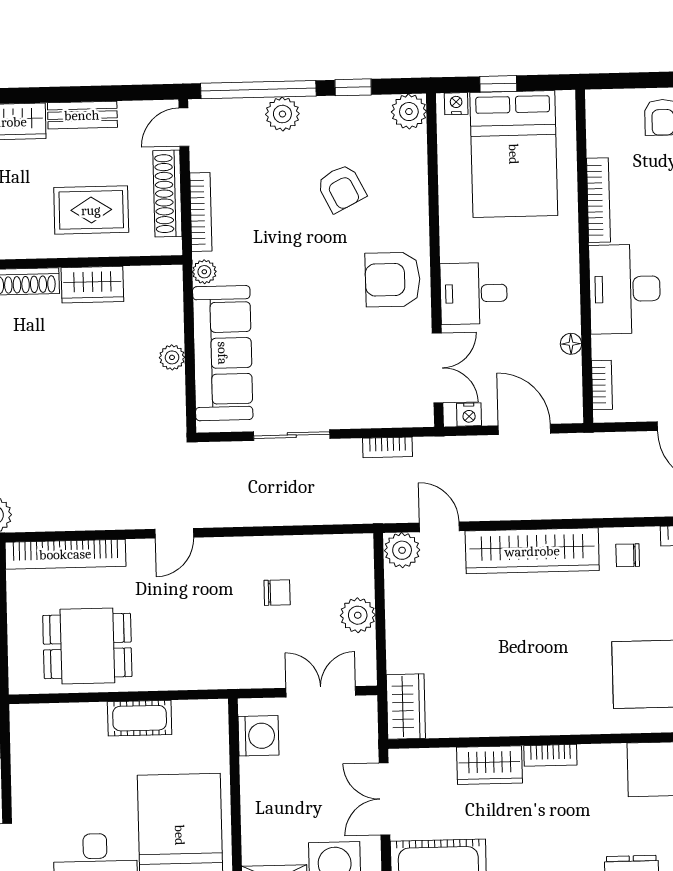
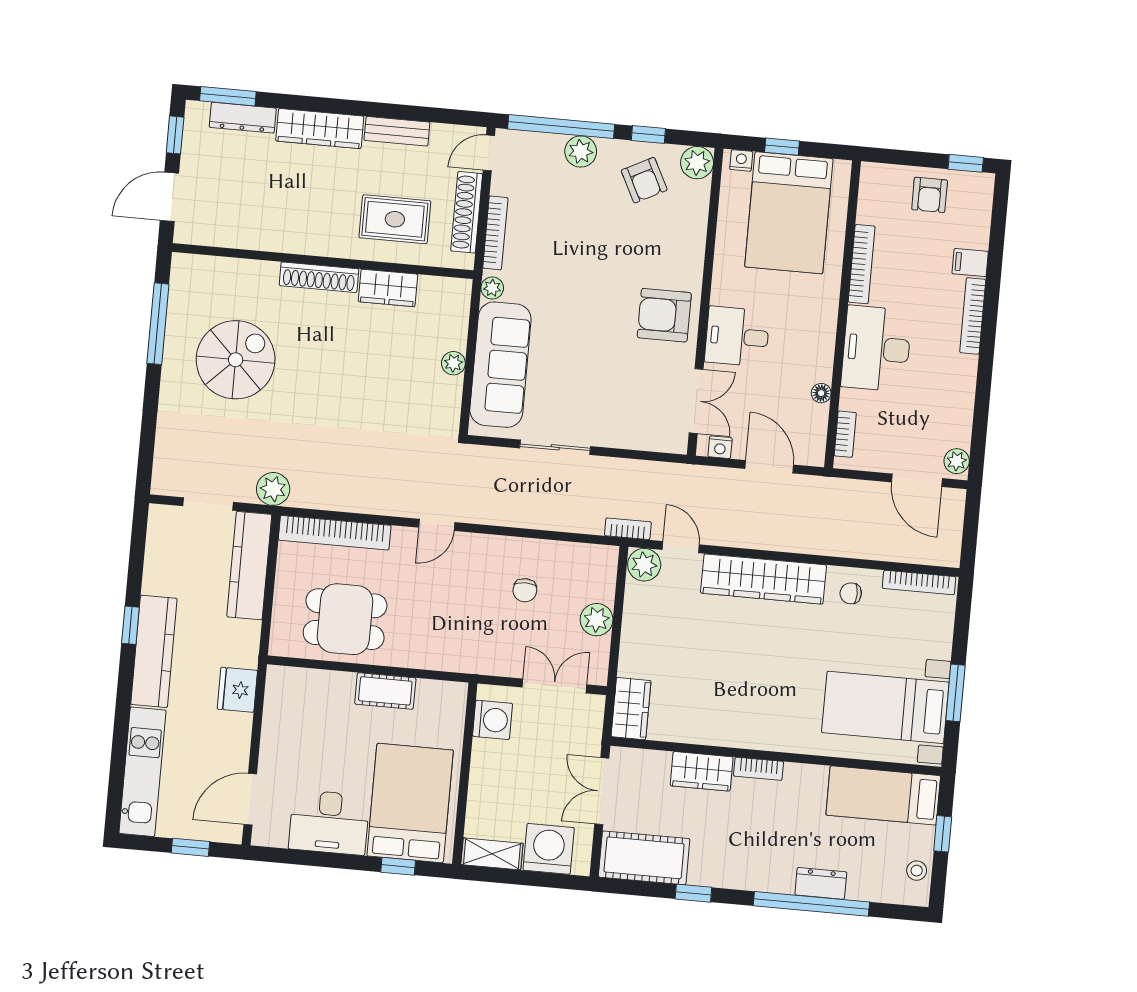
armchair: (341, 188) -> (644, 180), moved
bookcase: (387, 447) -> (628, 529), moved, turned 180
chair: (277, 593) -> (525, 590), turned 90

